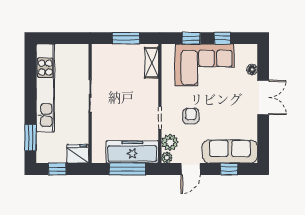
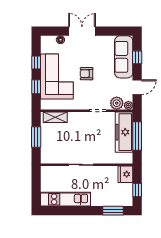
kitchen unit: (45, 88) -> (66, 199), width x0.73
armchair: (191, 116) -> (87, 74), moved
door: (191, 169) -> (137, 87), hinge flipped

